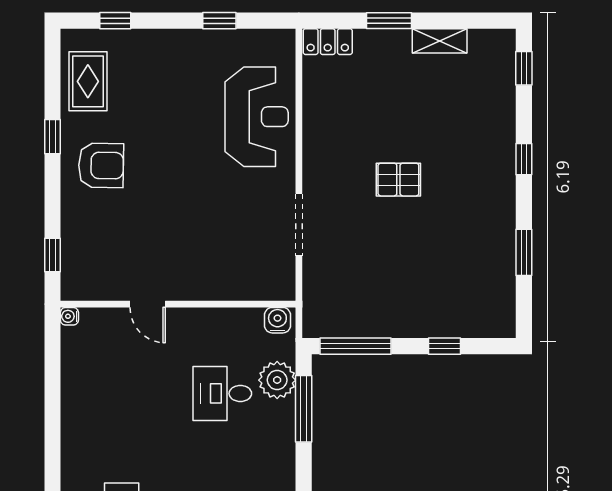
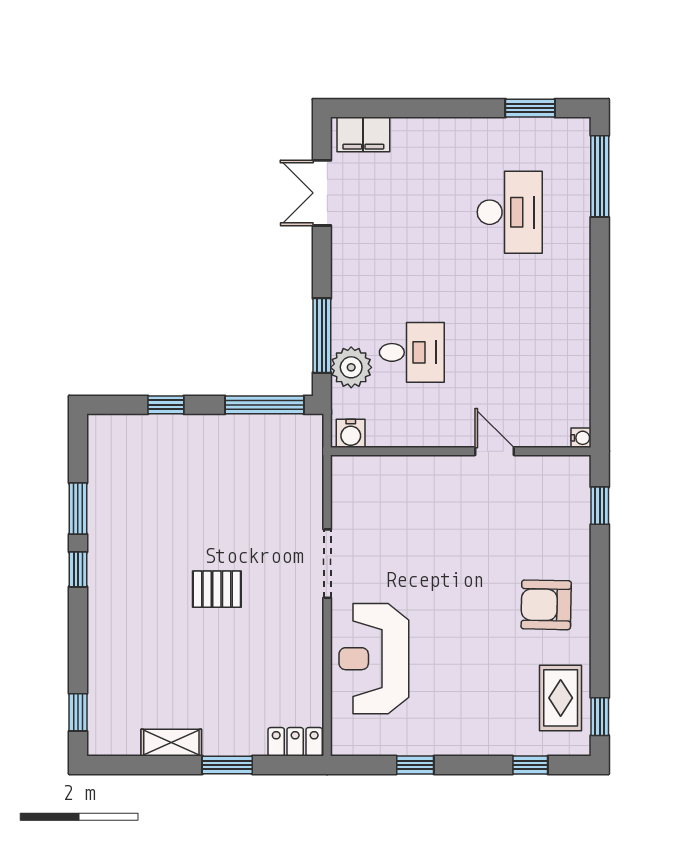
window: (52, 137) -> (600, 717), moved
window: (524, 159) -> (78, 569), moved
doorway: (299, 225) -> (327, 564), moved

